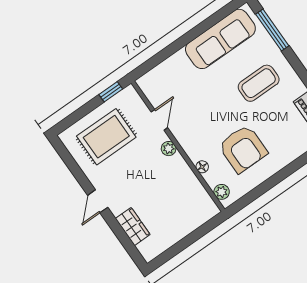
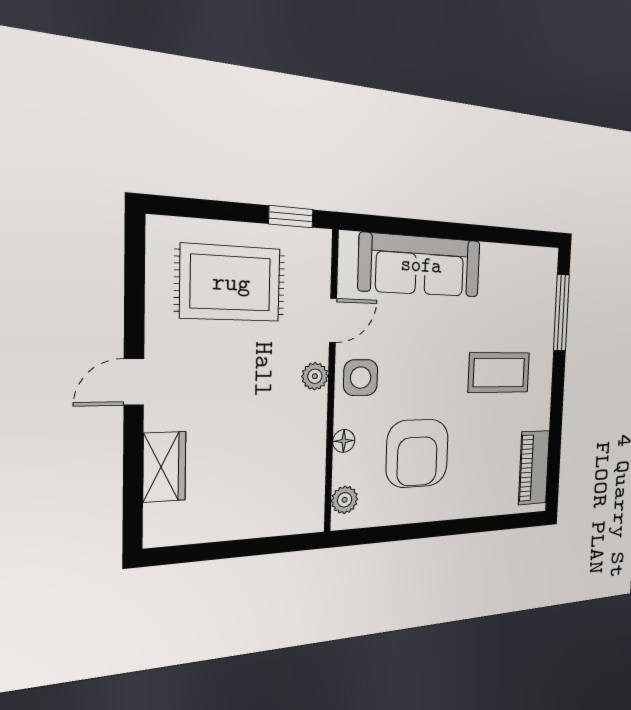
sofa: (220, 39) -> (421, 265), moved
side table: (190, 135) -> (361, 378), added

